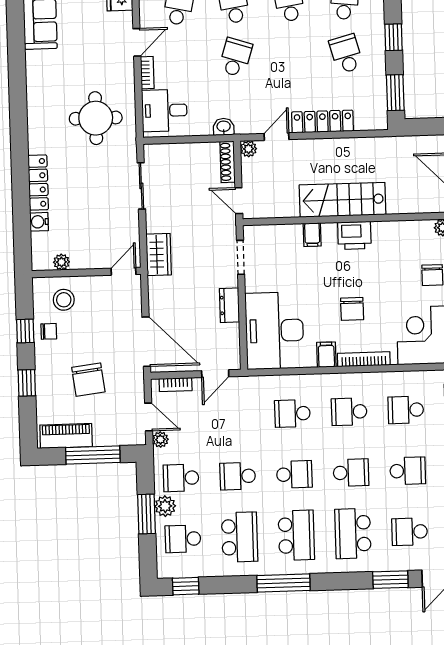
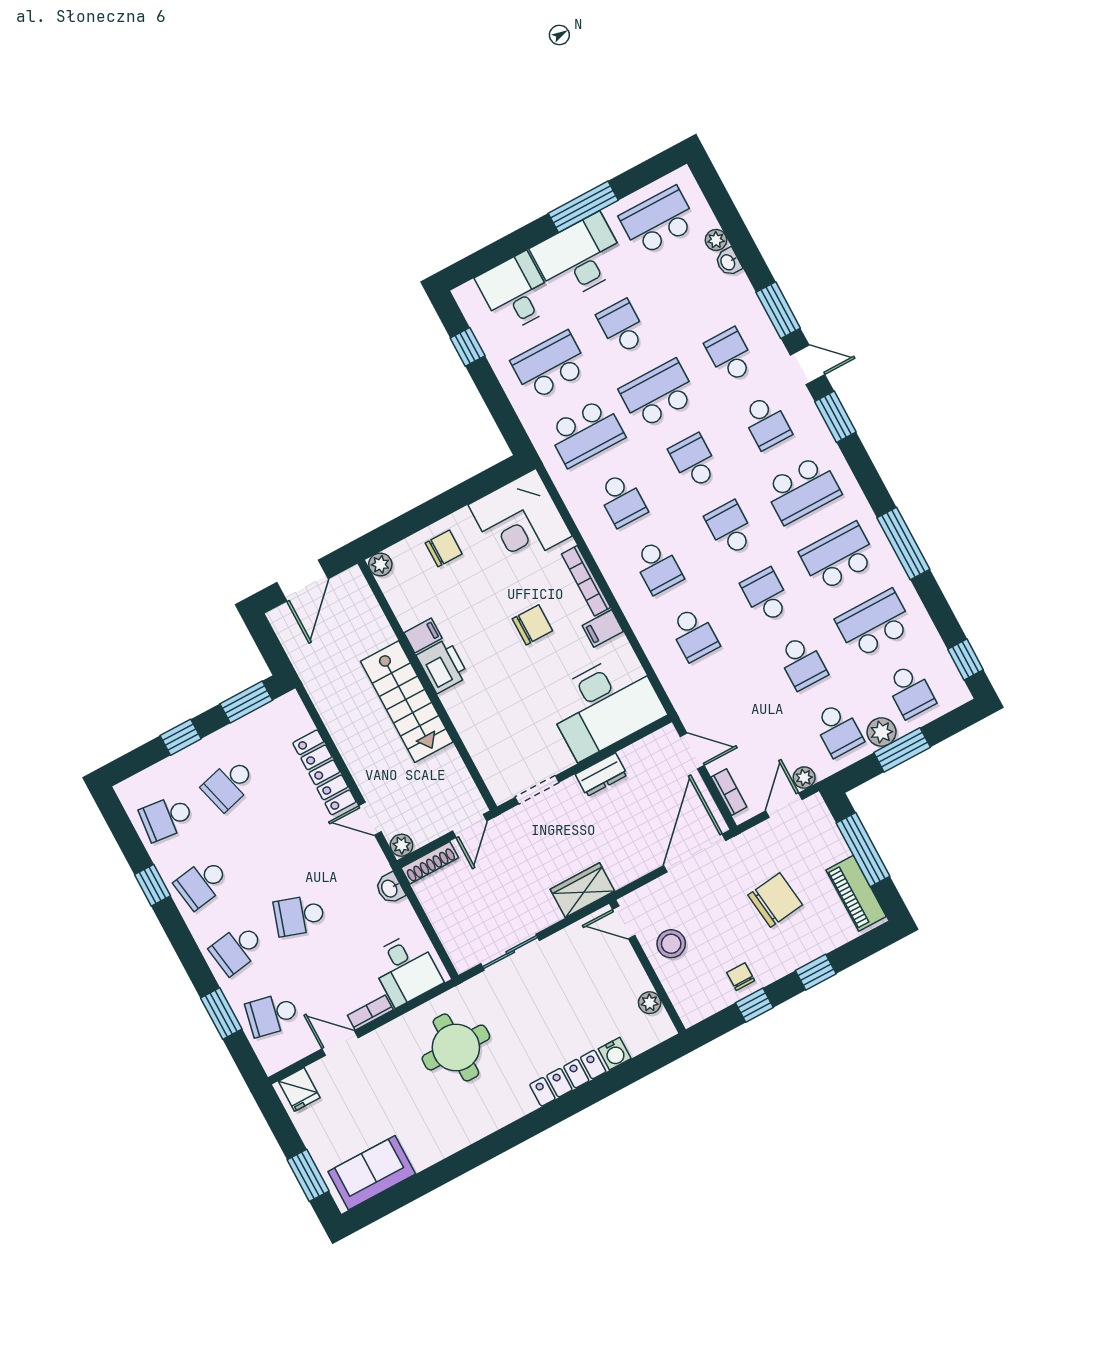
filing cabinet: (312, 235) -> (423, 635), moved
stool: (64, 300) -> (671, 944), moved

